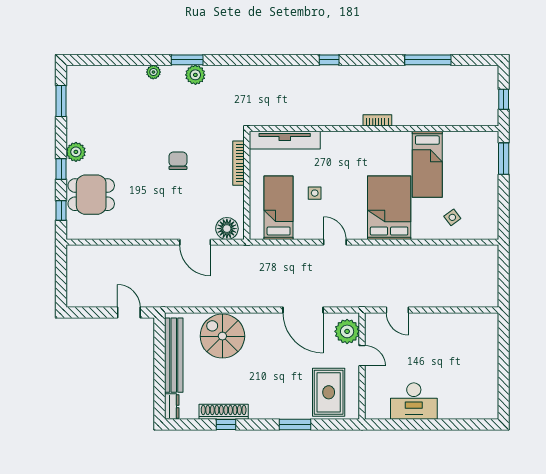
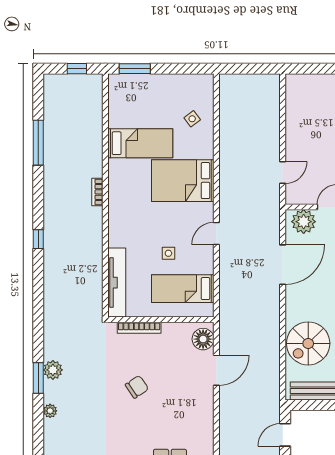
chair: (178, 161) -> (137, 387), turned 146

